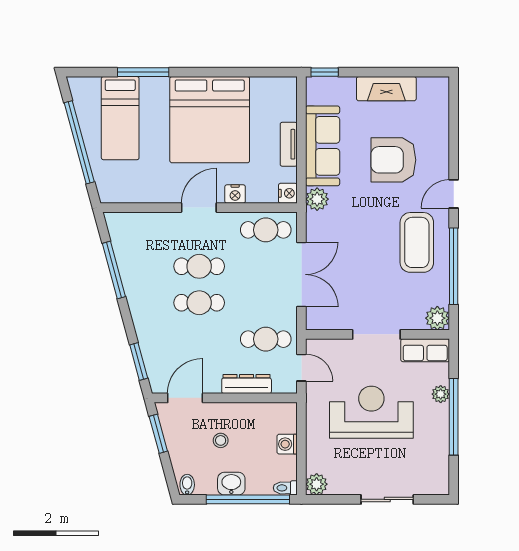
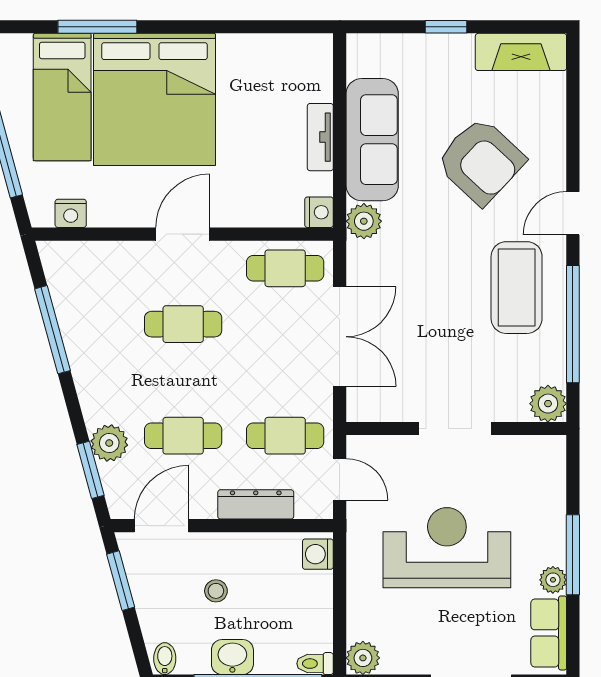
window: (325, 72) -> (446, 27), moved
fireplace: (386, 89) -> (521, 52), moved
bed: (210, 120) -> (154, 99), moved
armchair: (393, 160) -> (481, 161), turned -137
nightstand: (235, 194) -> (71, 213), moved
cafe table: (199, 303) -> (183, 436), moved
plant: (151, 344) -> (109, 443), added
row of seats: (425, 350) -> (549, 633), moved, turned 90
plant: (441, 394) -> (553, 580), moved
window: (454, 417) -> (573, 555), width x0.68
washing machine: (287, 444) -> (318, 554), moved

